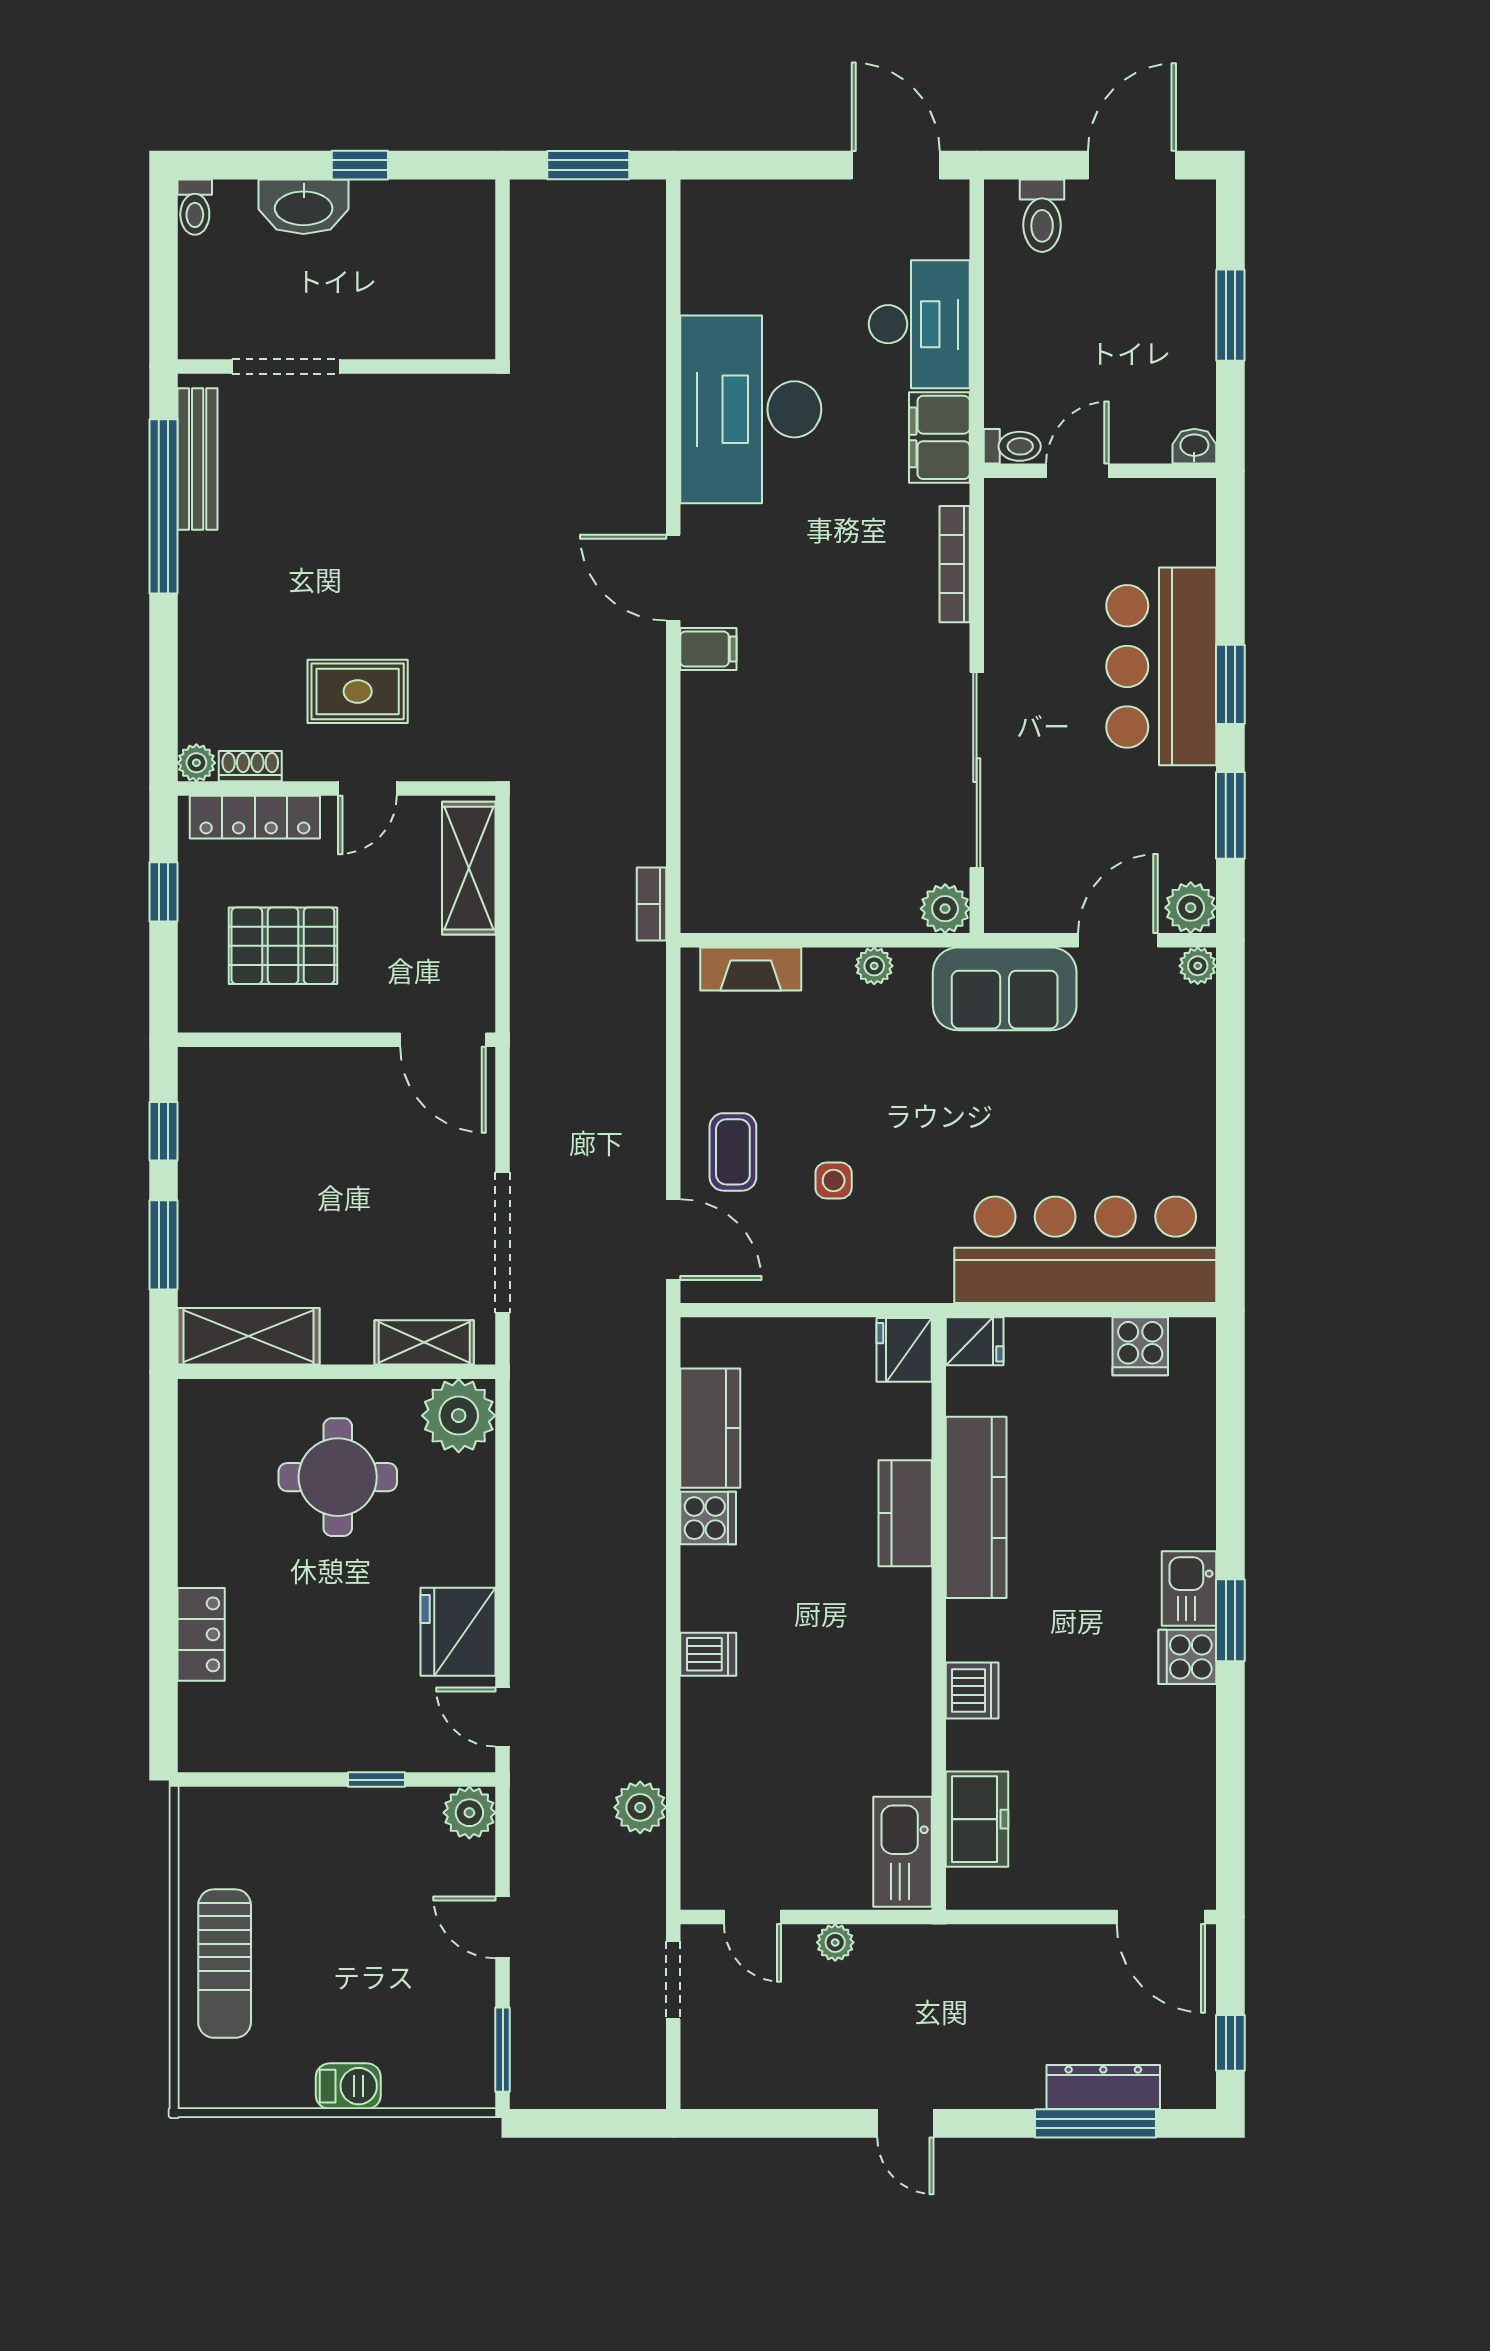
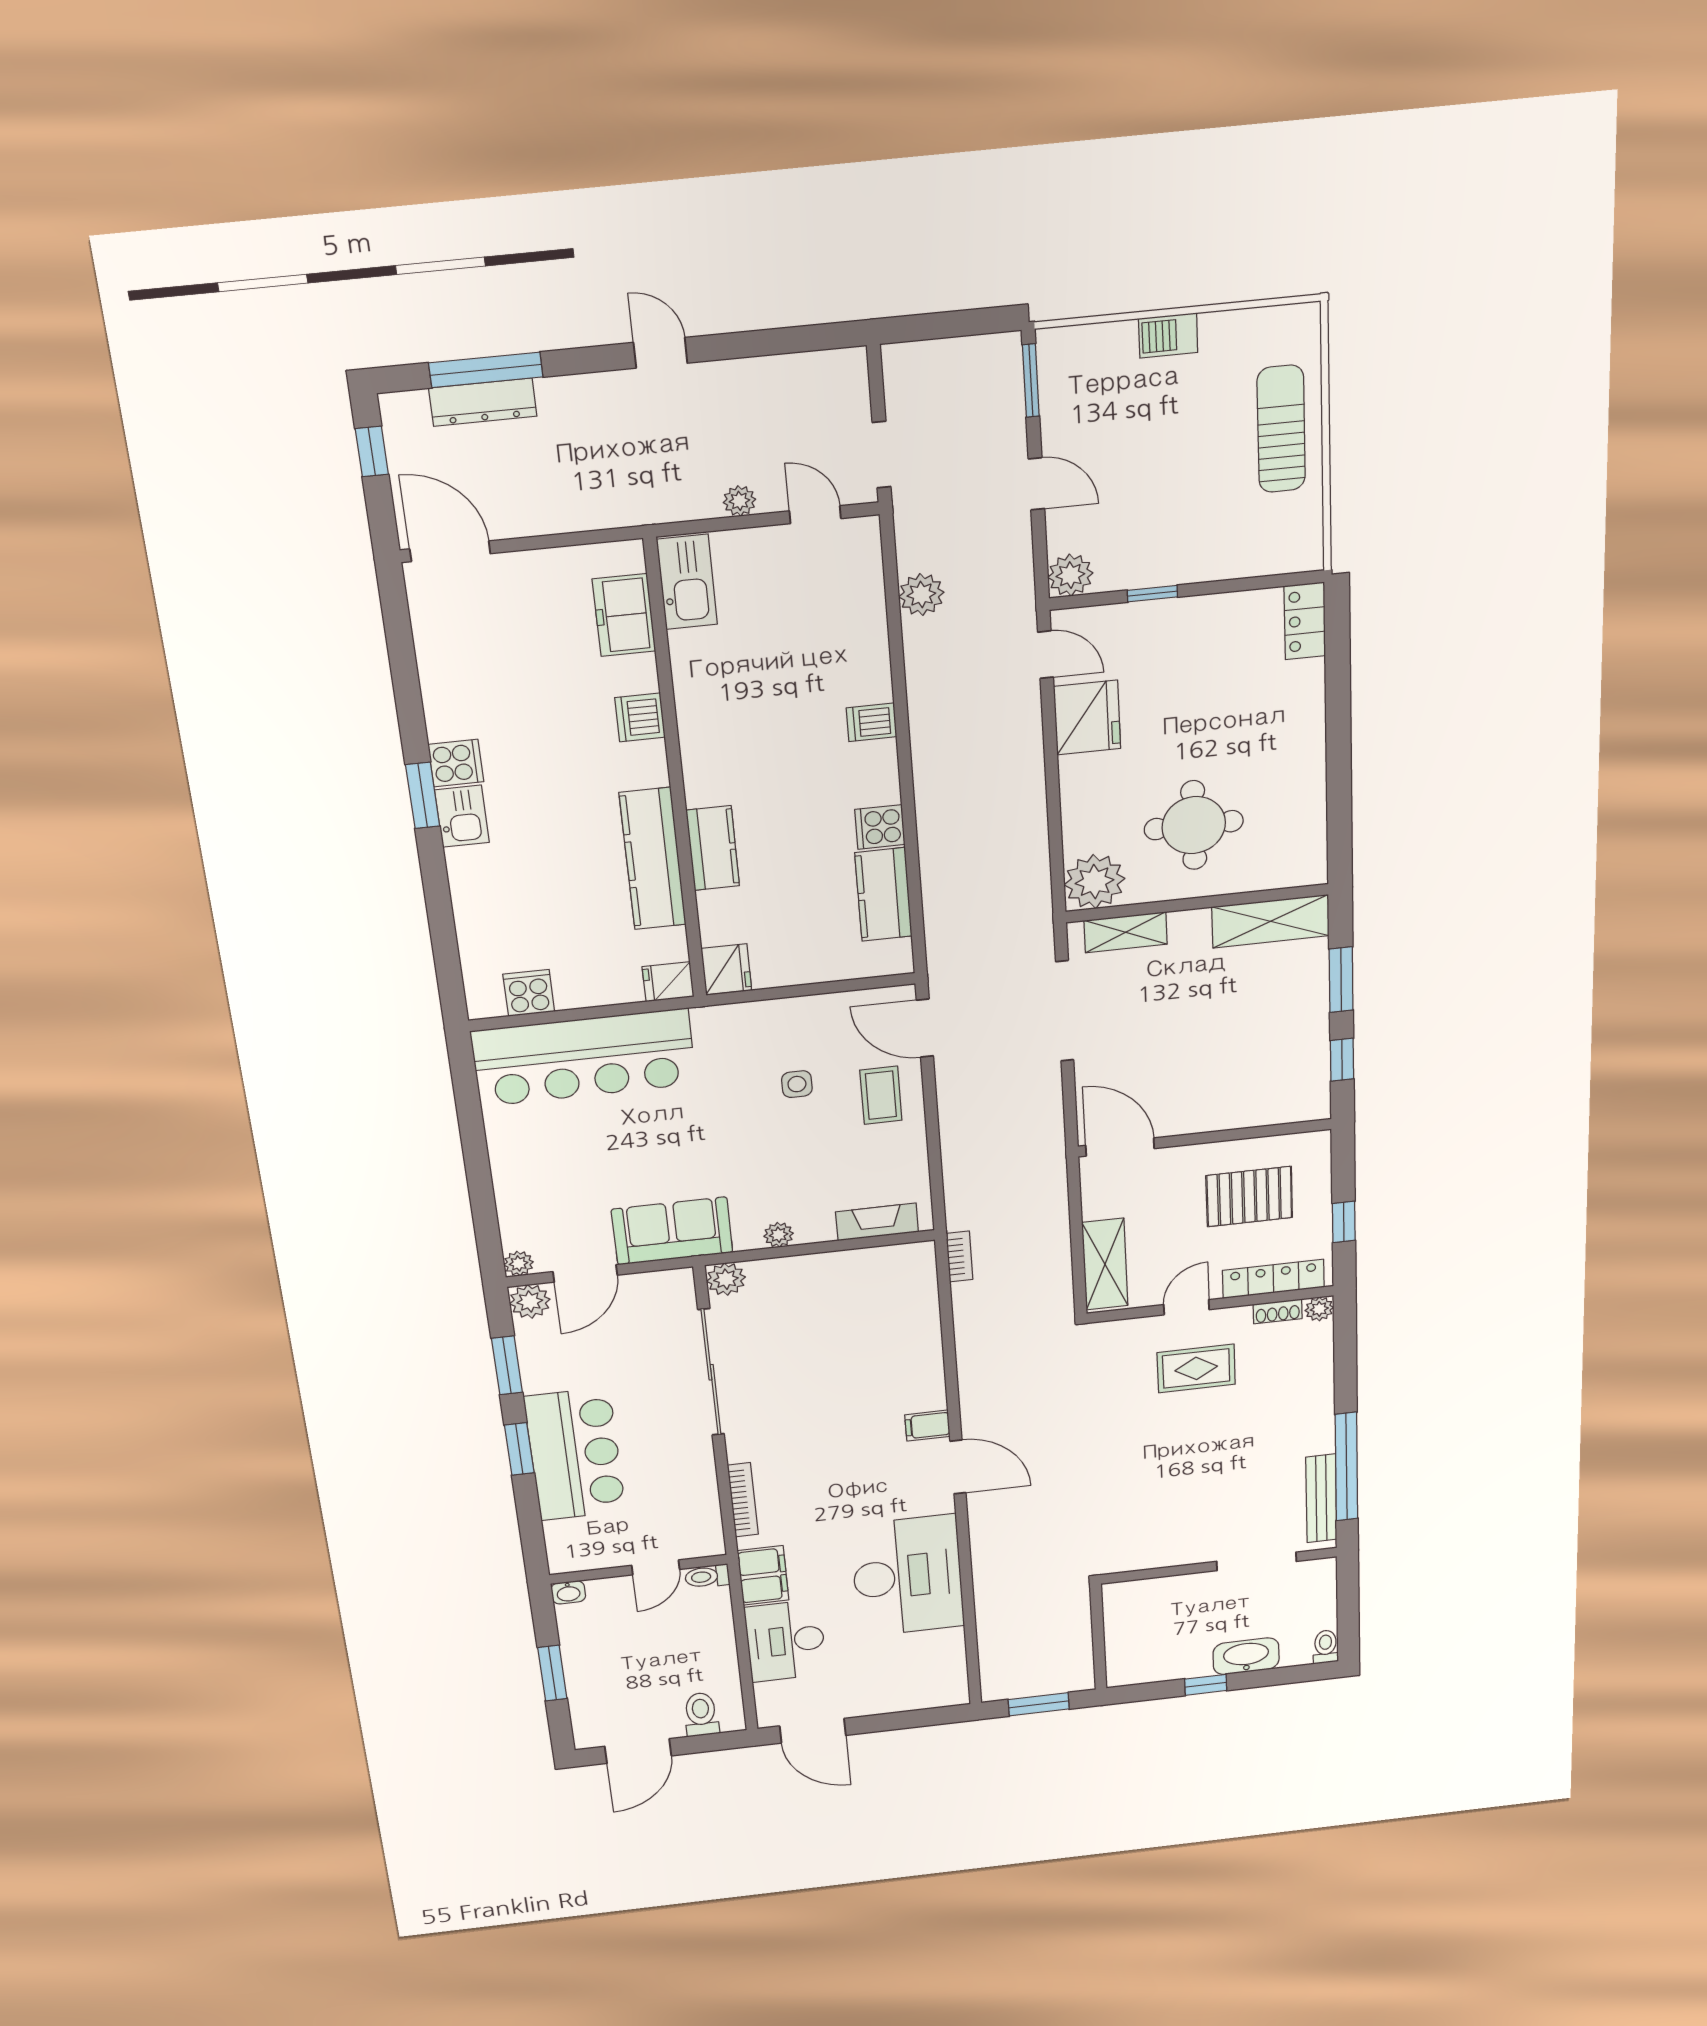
locker: (201, 1634) -> (1305, 621), moved

